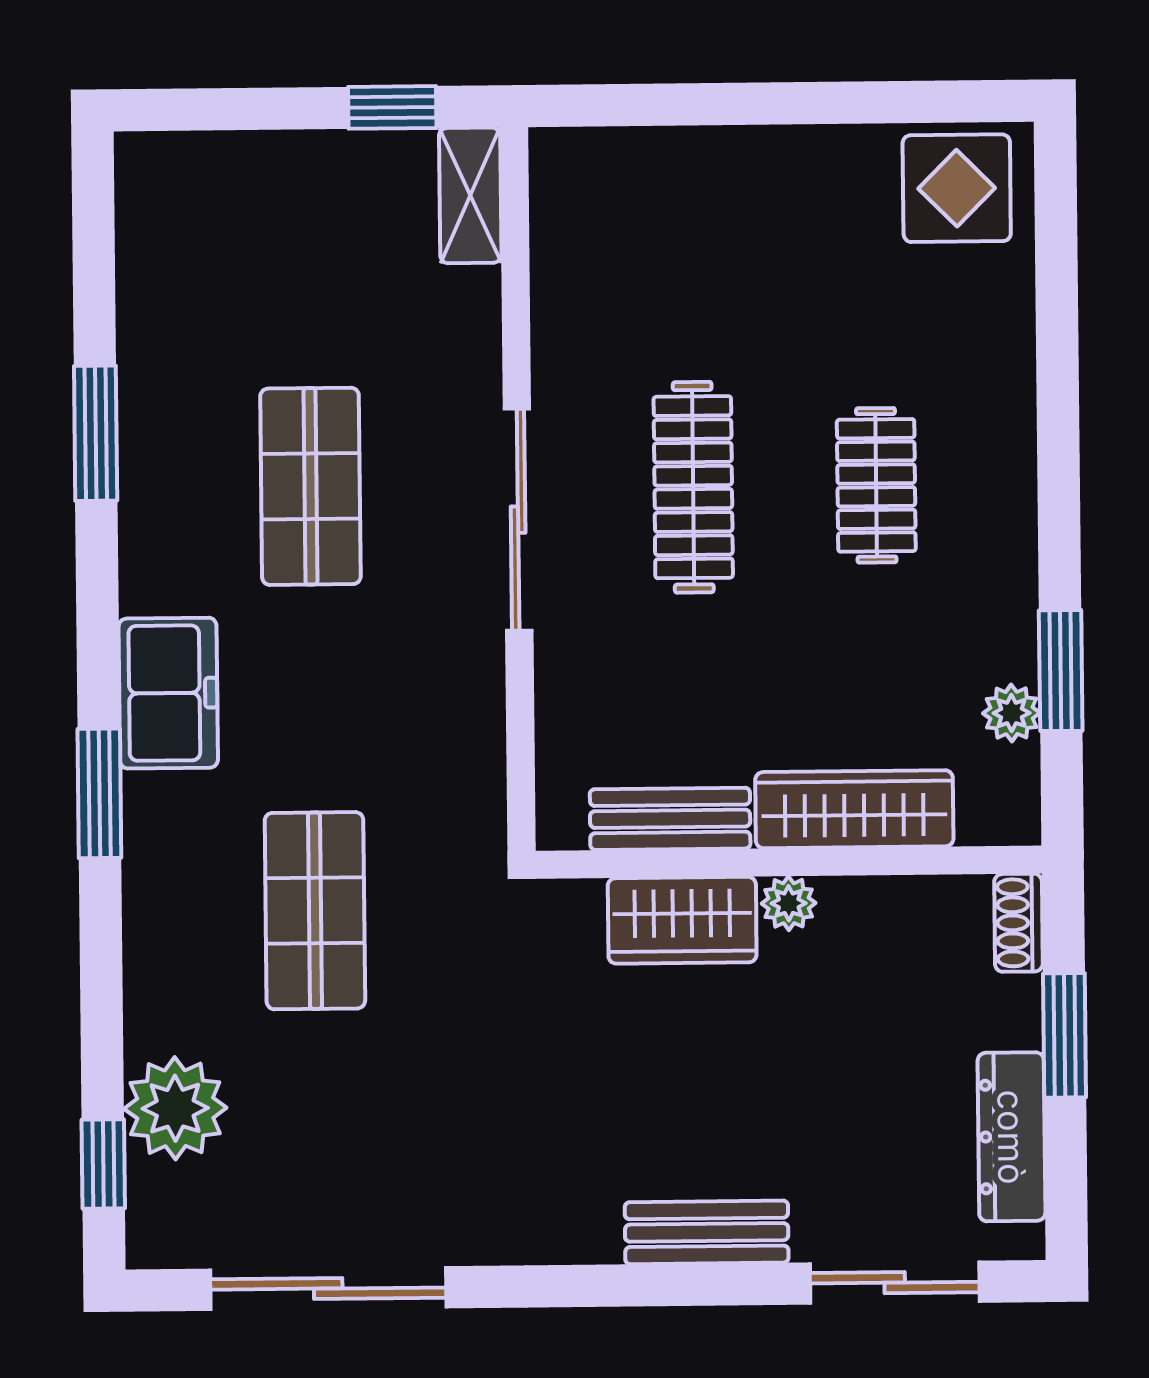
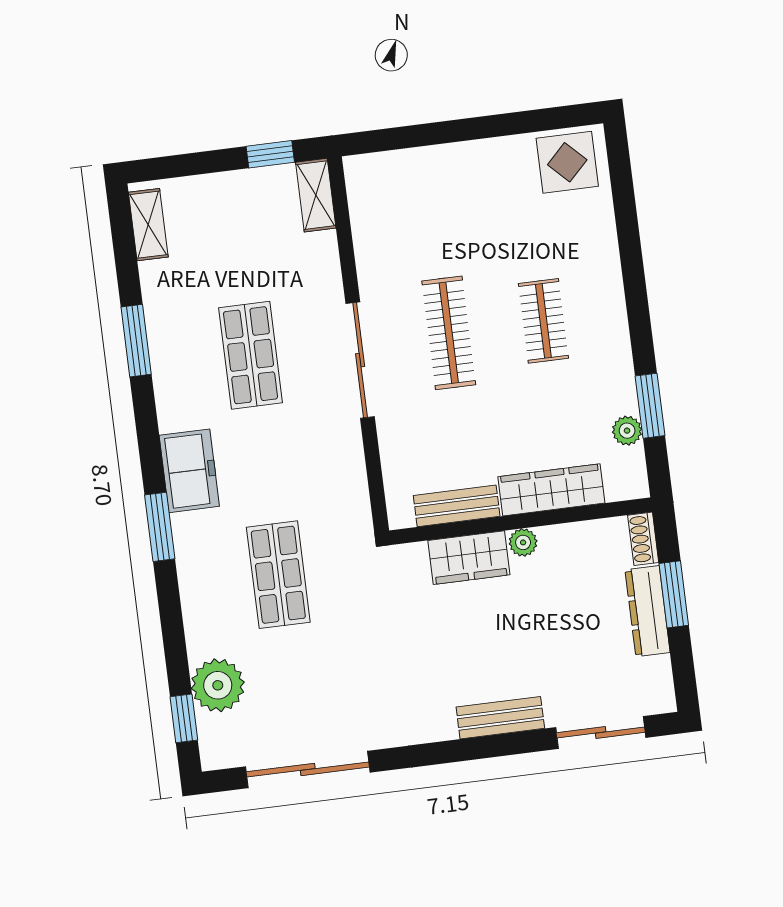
shelving: (144, 215) -> (148, 225), added
dresser: (1011, 1137) -> (648, 611), moved

